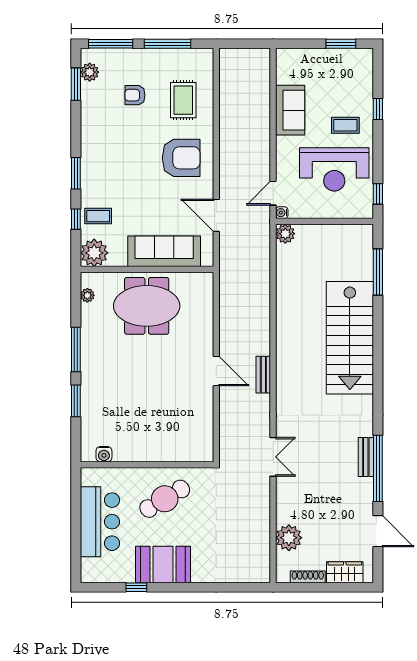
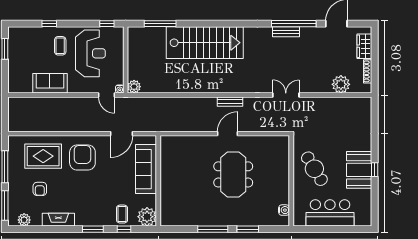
window: (76, 84) -> (32, 229), removed
rug: (183, 100) -> (43, 156), width x1.36, depth x1.43
fireplace: (90, 122) -> (58, 220), added
plant: (87, 295) -> (176, 221), removed
meeting table: (147, 306) -> (233, 174), moved
window: (136, 587) -> (375, 170), moved

